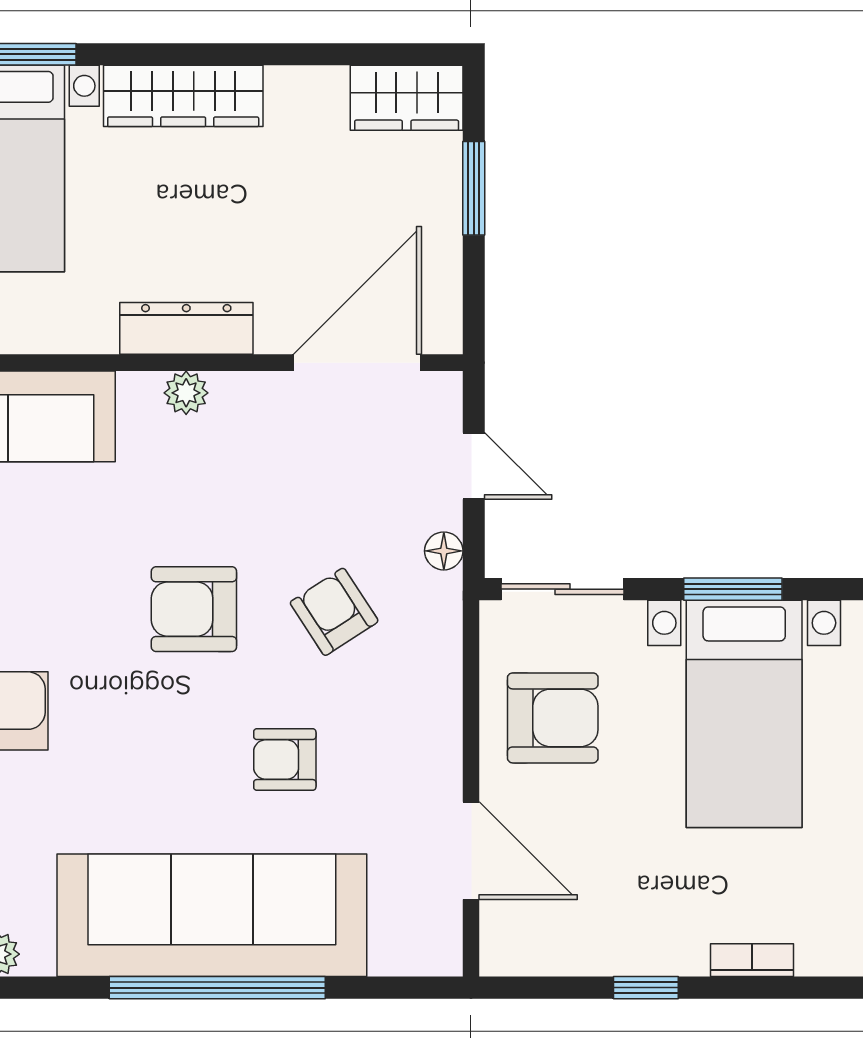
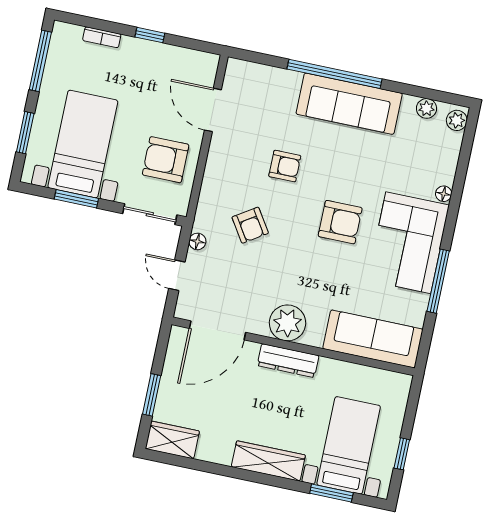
plant: (186, 393) -> (287, 323), width x1.88, depth x1.88
armchair: (194, 609) -> (340, 222), moved
sofa: (212, 915) -> (349, 104), width x0.74, depth x0.79

